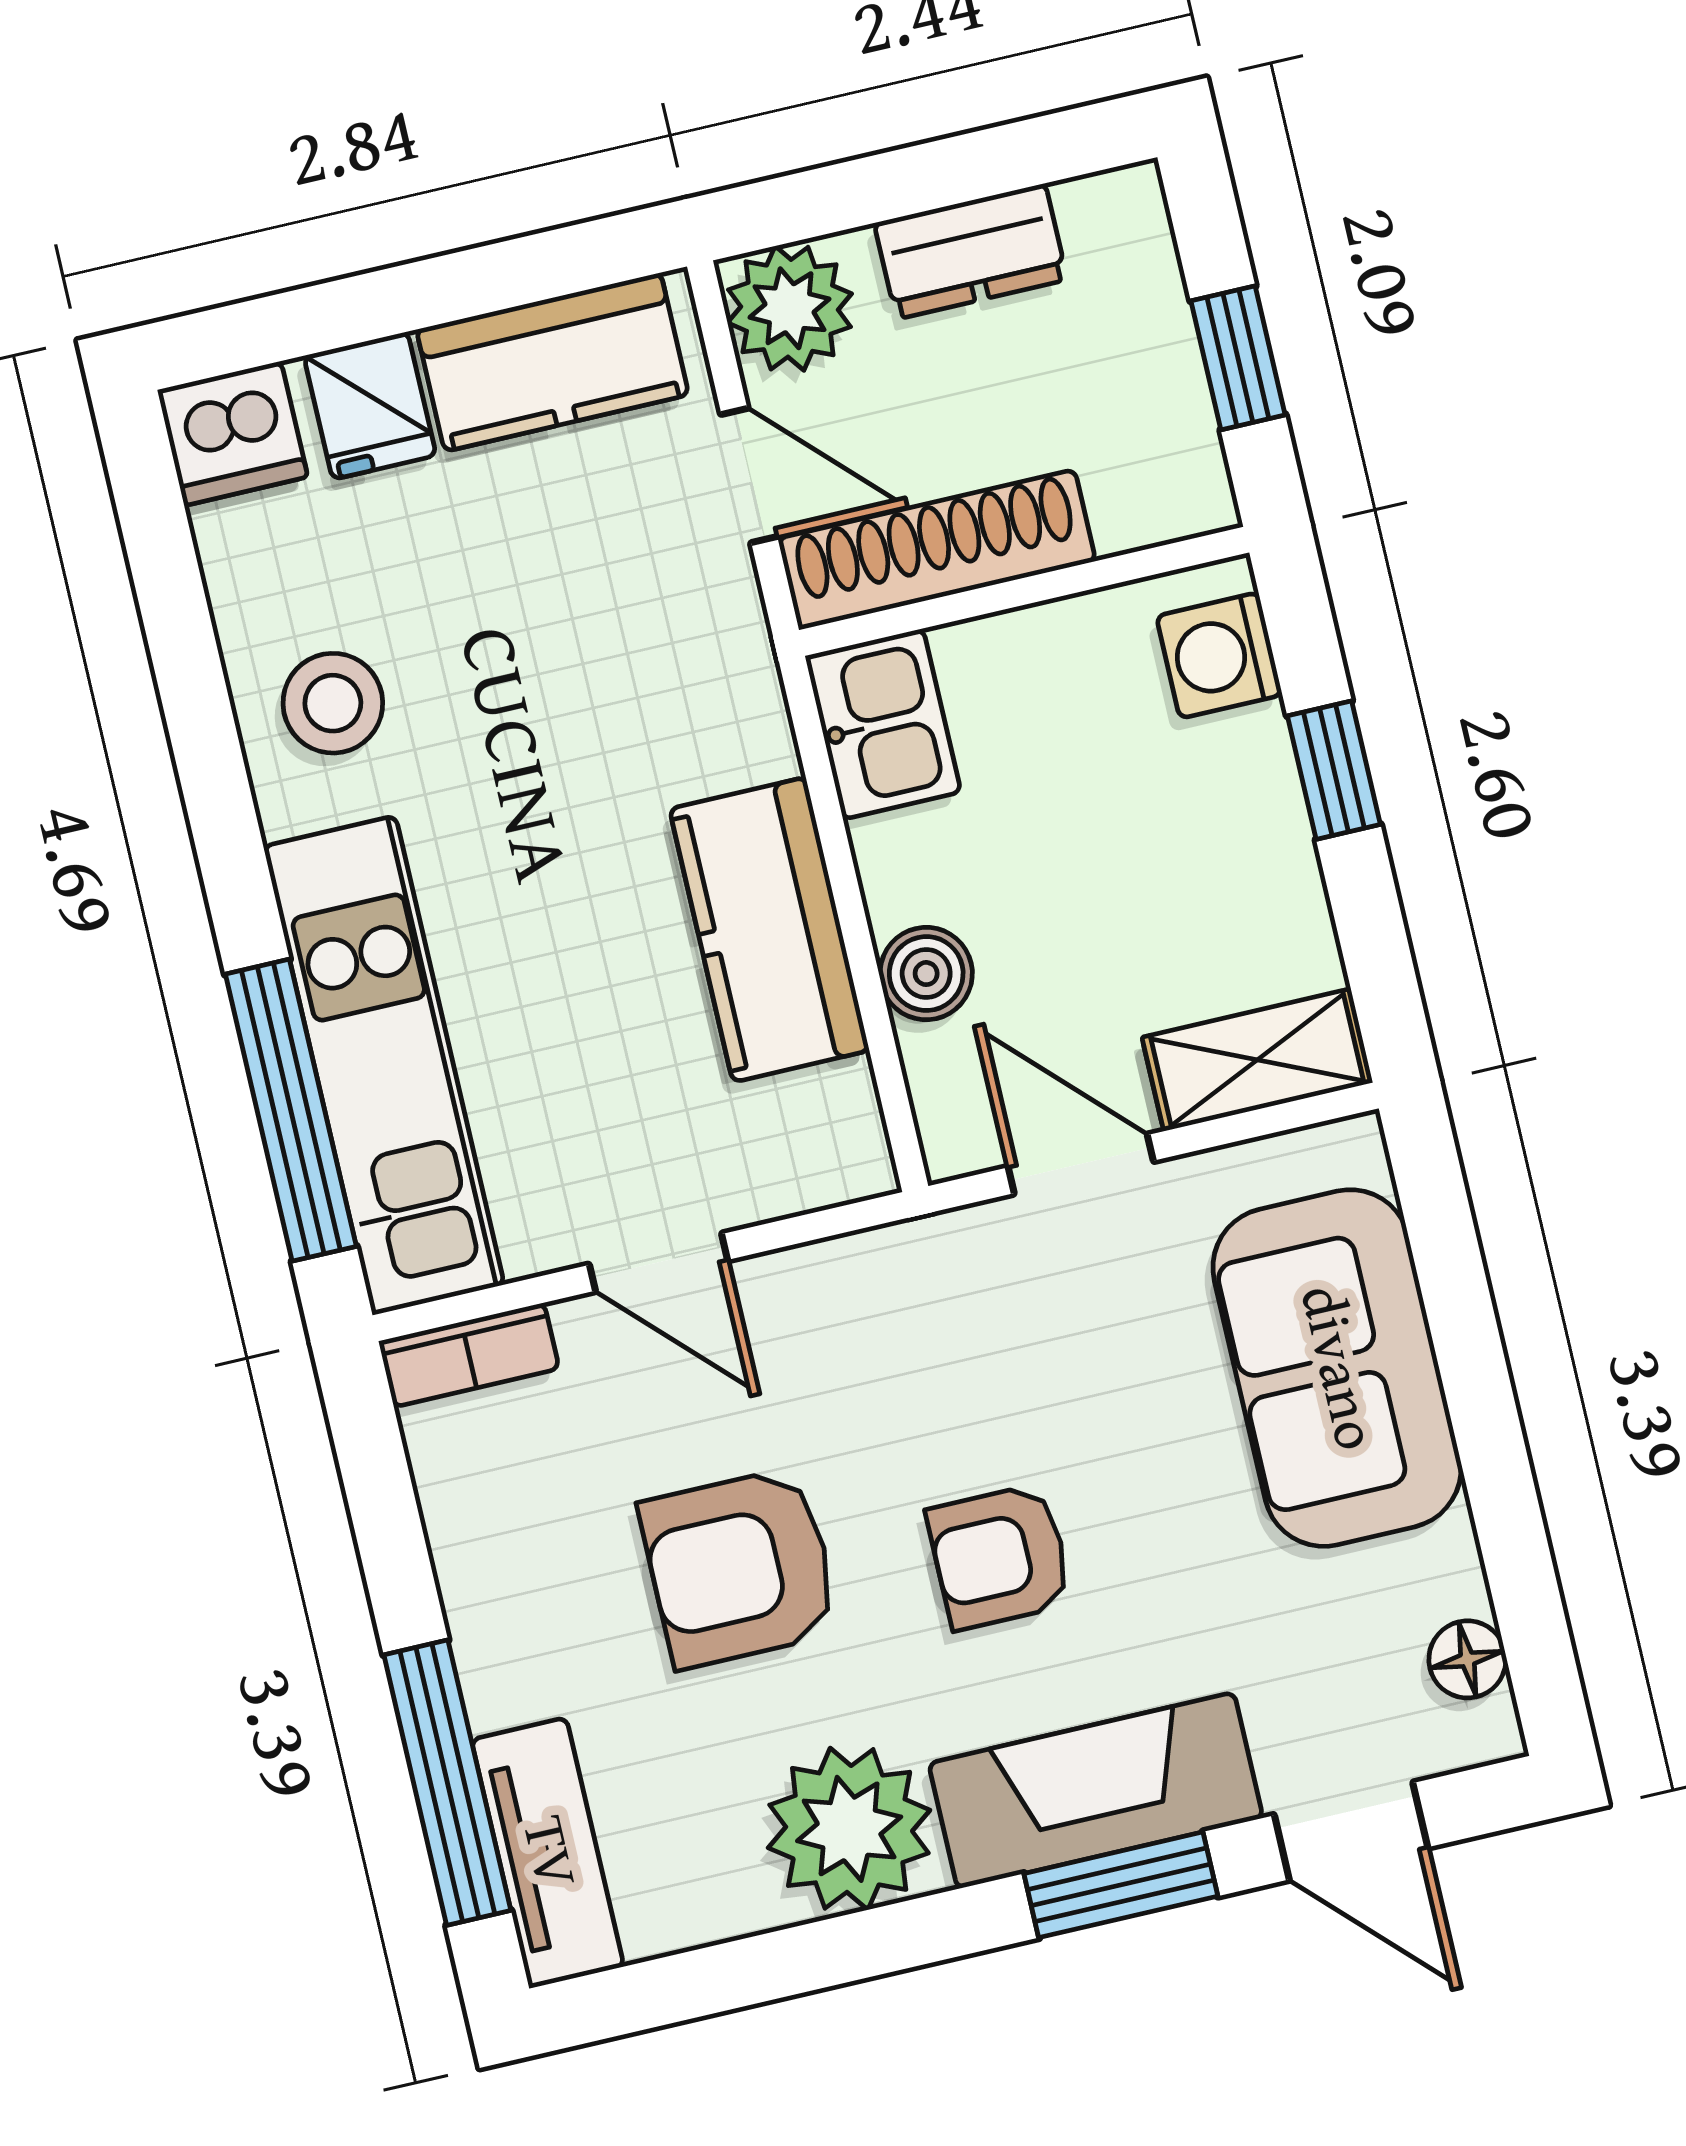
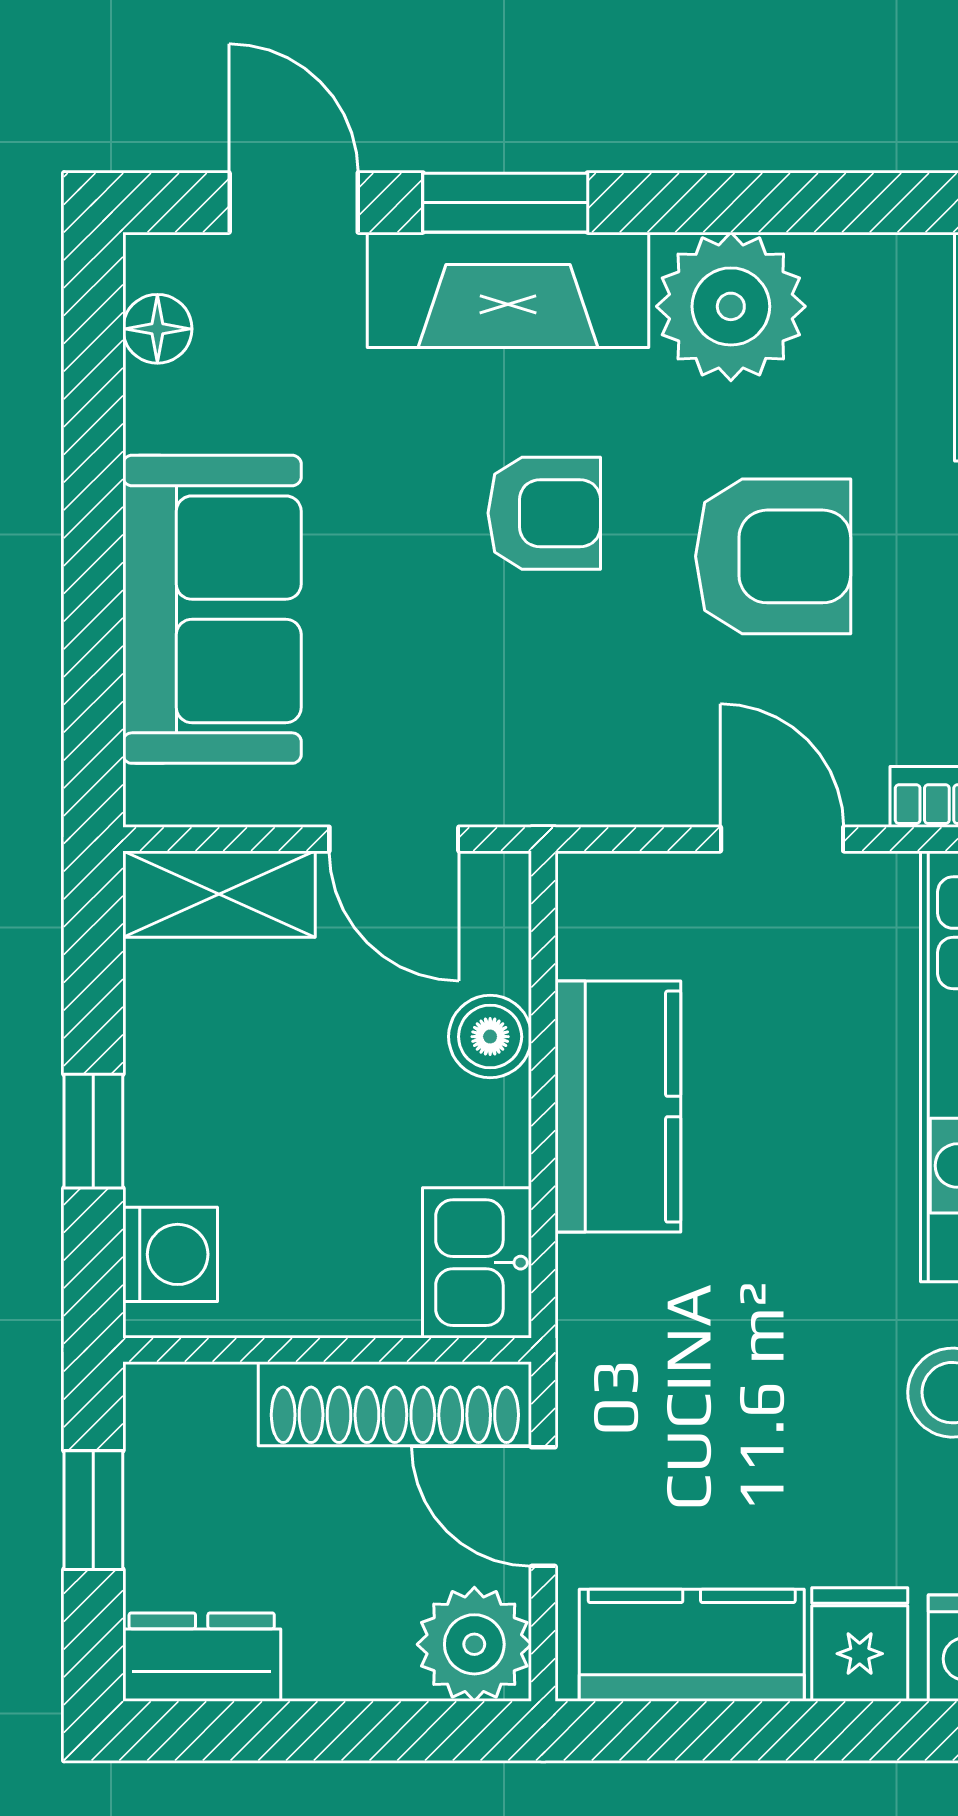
dresser: (971, 251) -> (202, 1657), moved

